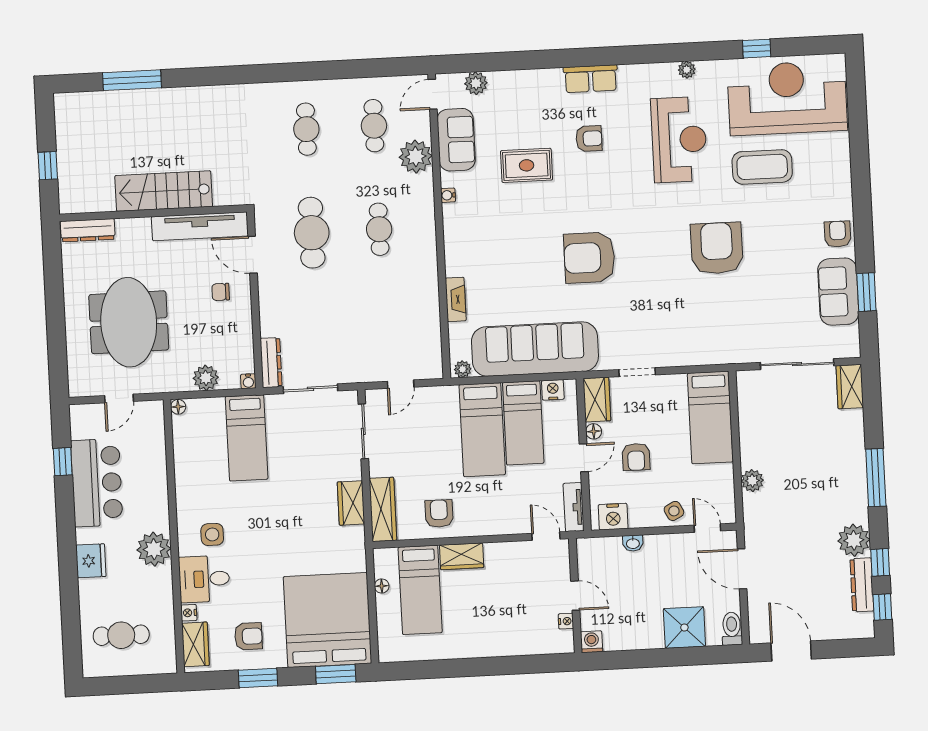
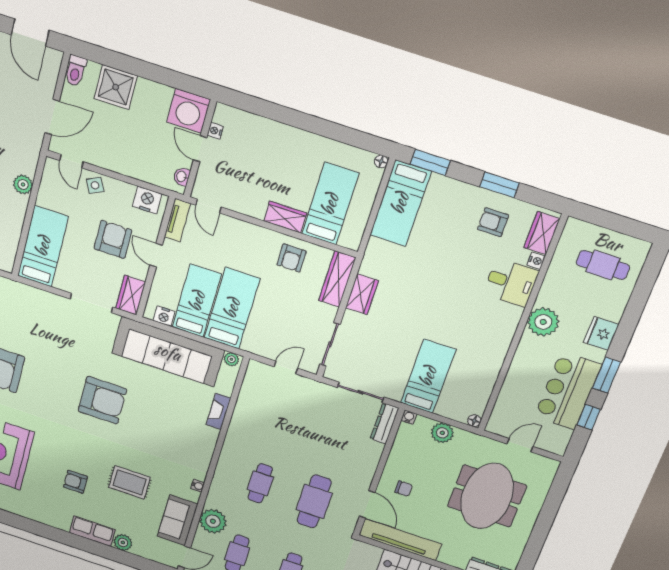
row of seats: (591, 79) -> (92, 531), moved
plant: (476, 83) -> (123, 542), moved
doorway: (637, 372) -> (92, 303), width x1.38
floor lamp: (594, 431) -> (141, 272), removed
armchair: (636, 457) -> (113, 239), width x1.38, depth x1.38
door: (584, 458) -> (156, 255), hinge flipped
window: (66, 517) -> (606, 375), added
side table: (212, 534) -> (489, 314), removed
washbasin: (633, 543) -> (182, 177), moved, turned -90
door: (742, 569) -> (52, 117), hinge flipped
floor lamp: (382, 586) -> (381, 161), moved
bed: (328, 620) -> (400, 203), width x0.49
washing machine: (592, 642) -> (189, 111), width x1.89, depth x1.89

